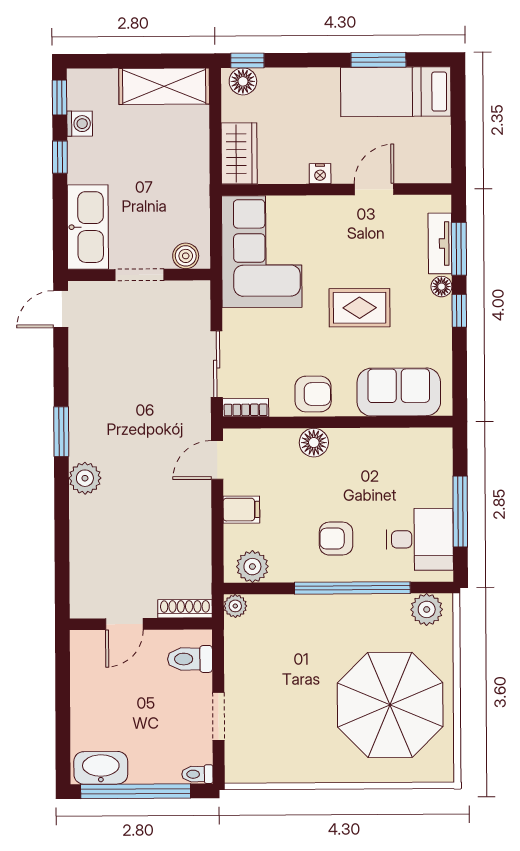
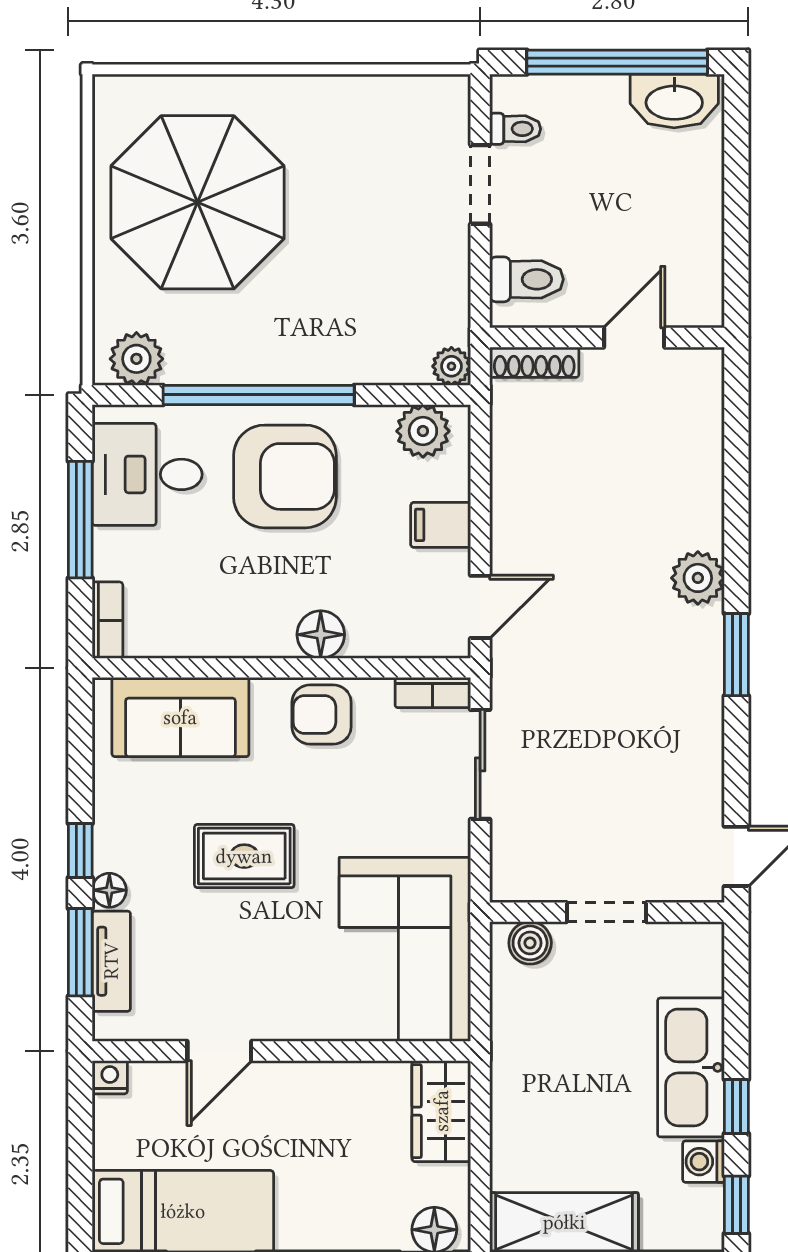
nightstand: (320, 174) -> (110, 1077), moved
kitchen sink: (88, 227) -> (691, 1067), moved
bookcase: (443, 451) -> (107, 620), added
armchair: (336, 539) -> (285, 476), width x1.88, depth x1.88
toilet: (197, 774) -> (515, 129), moved

